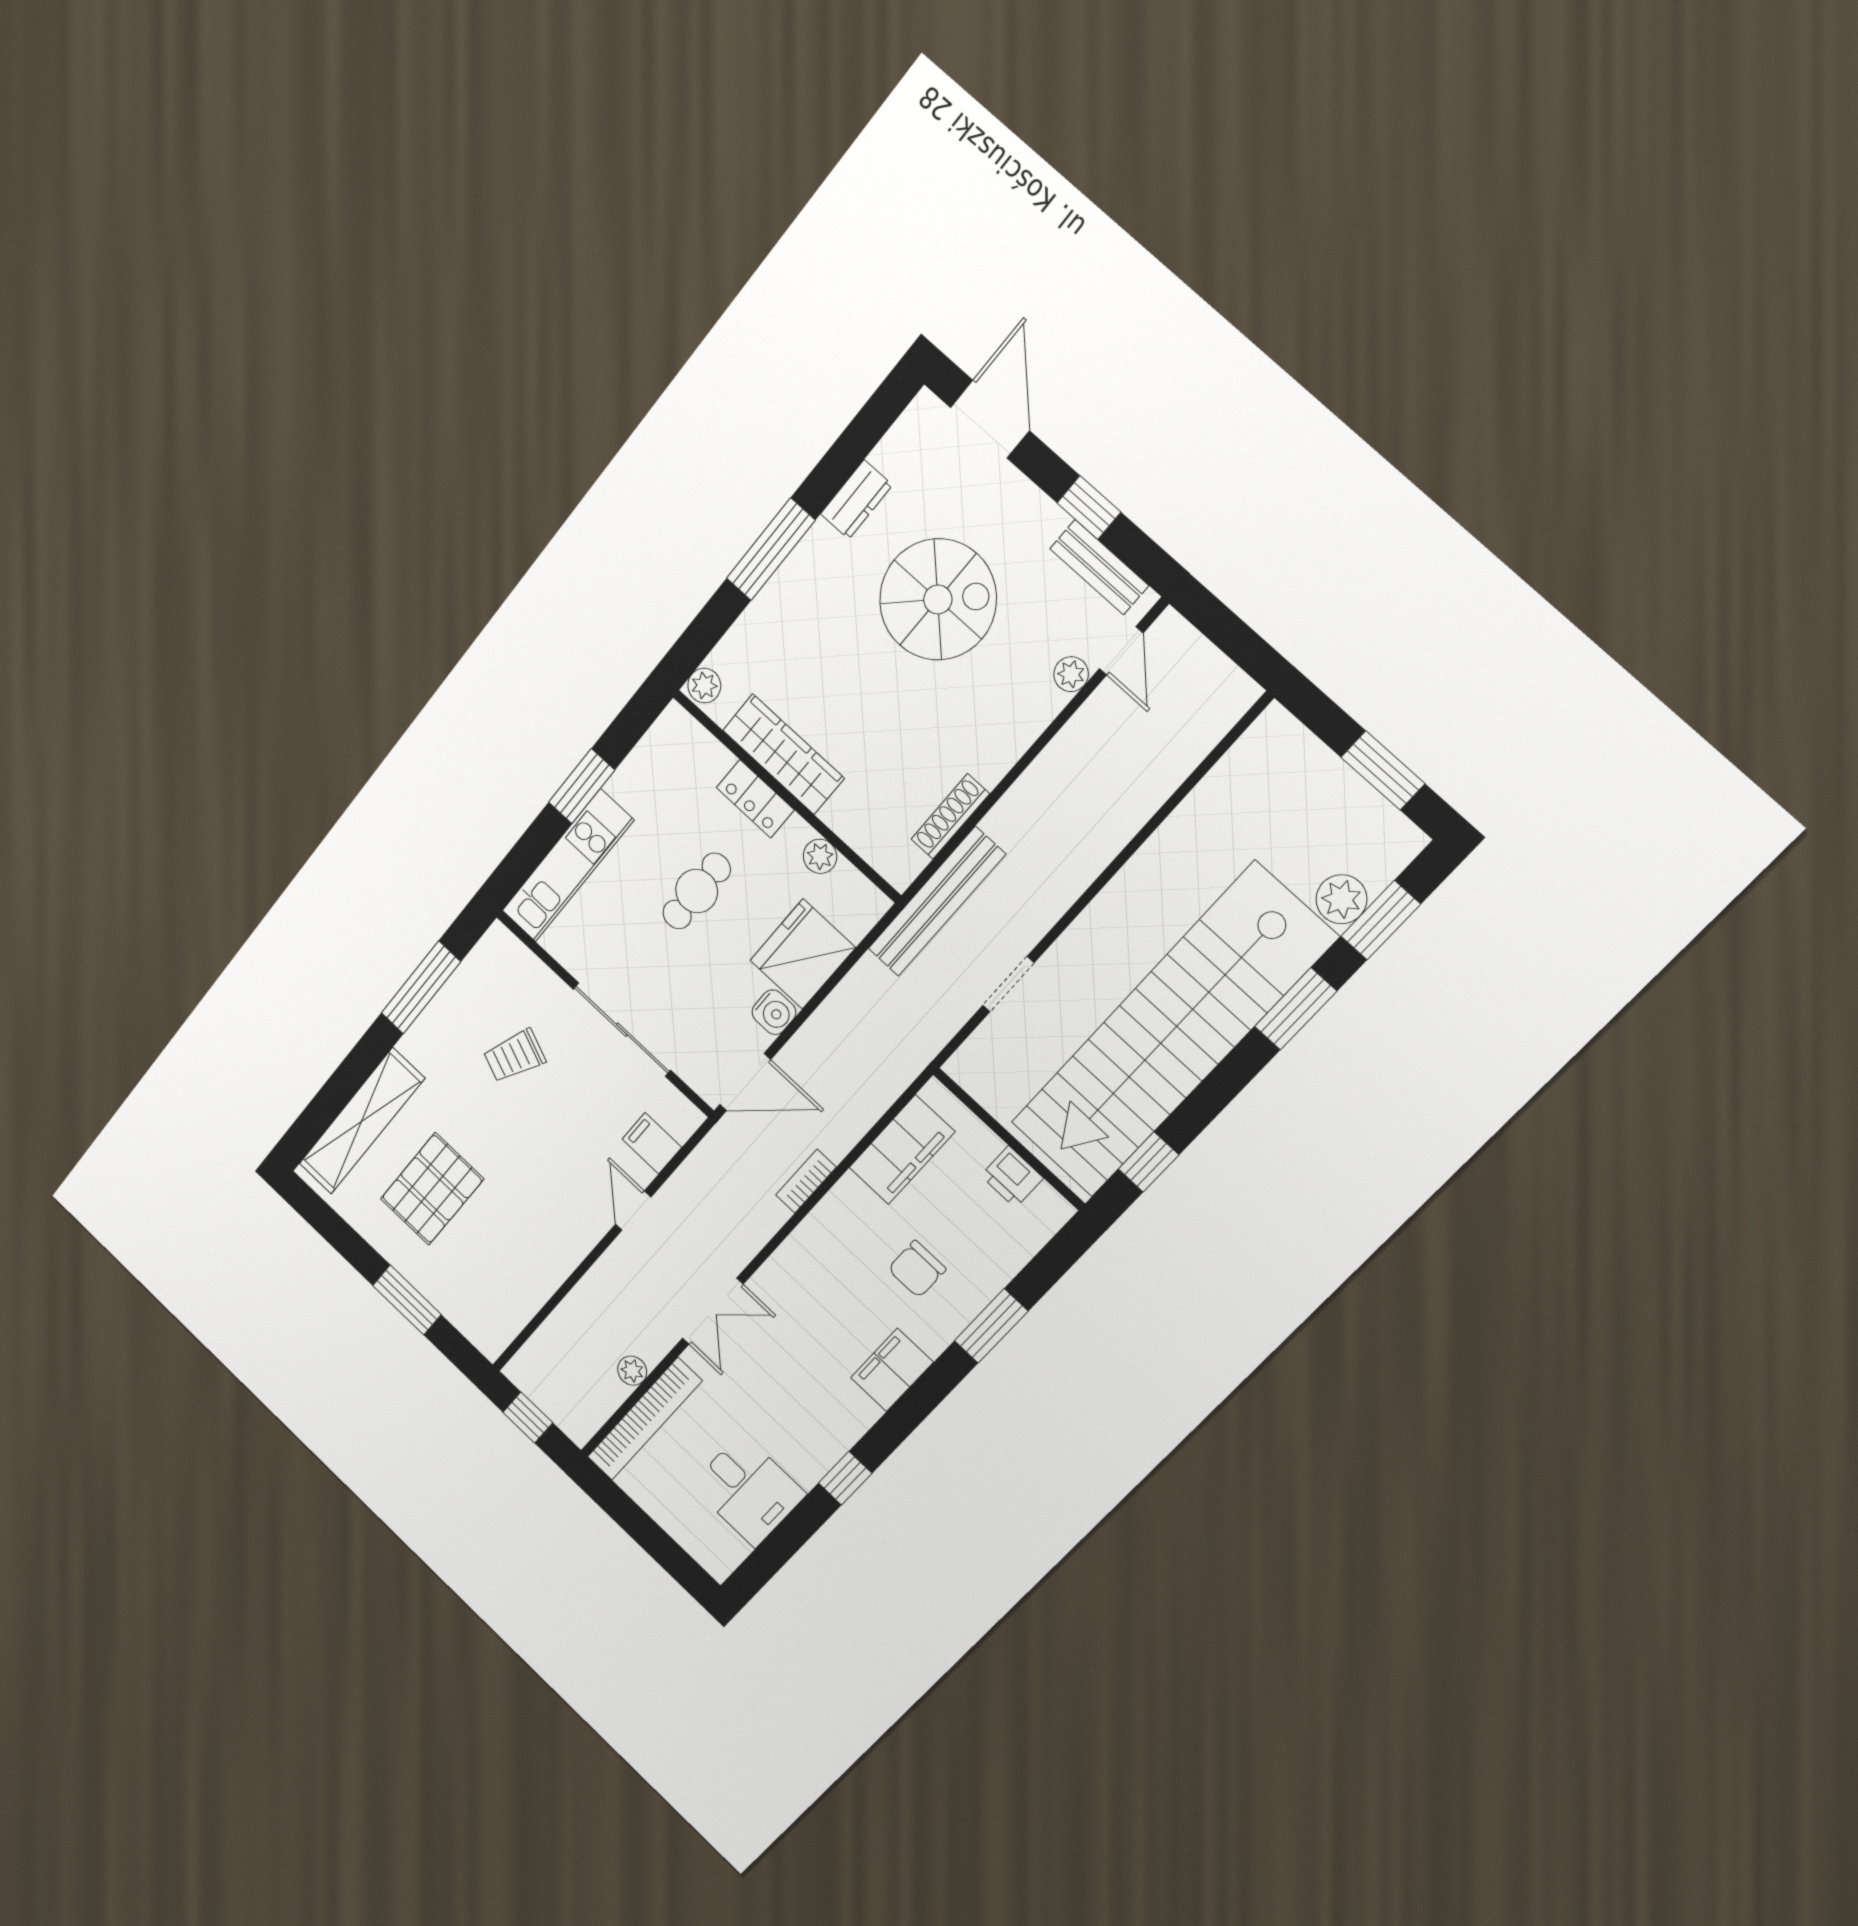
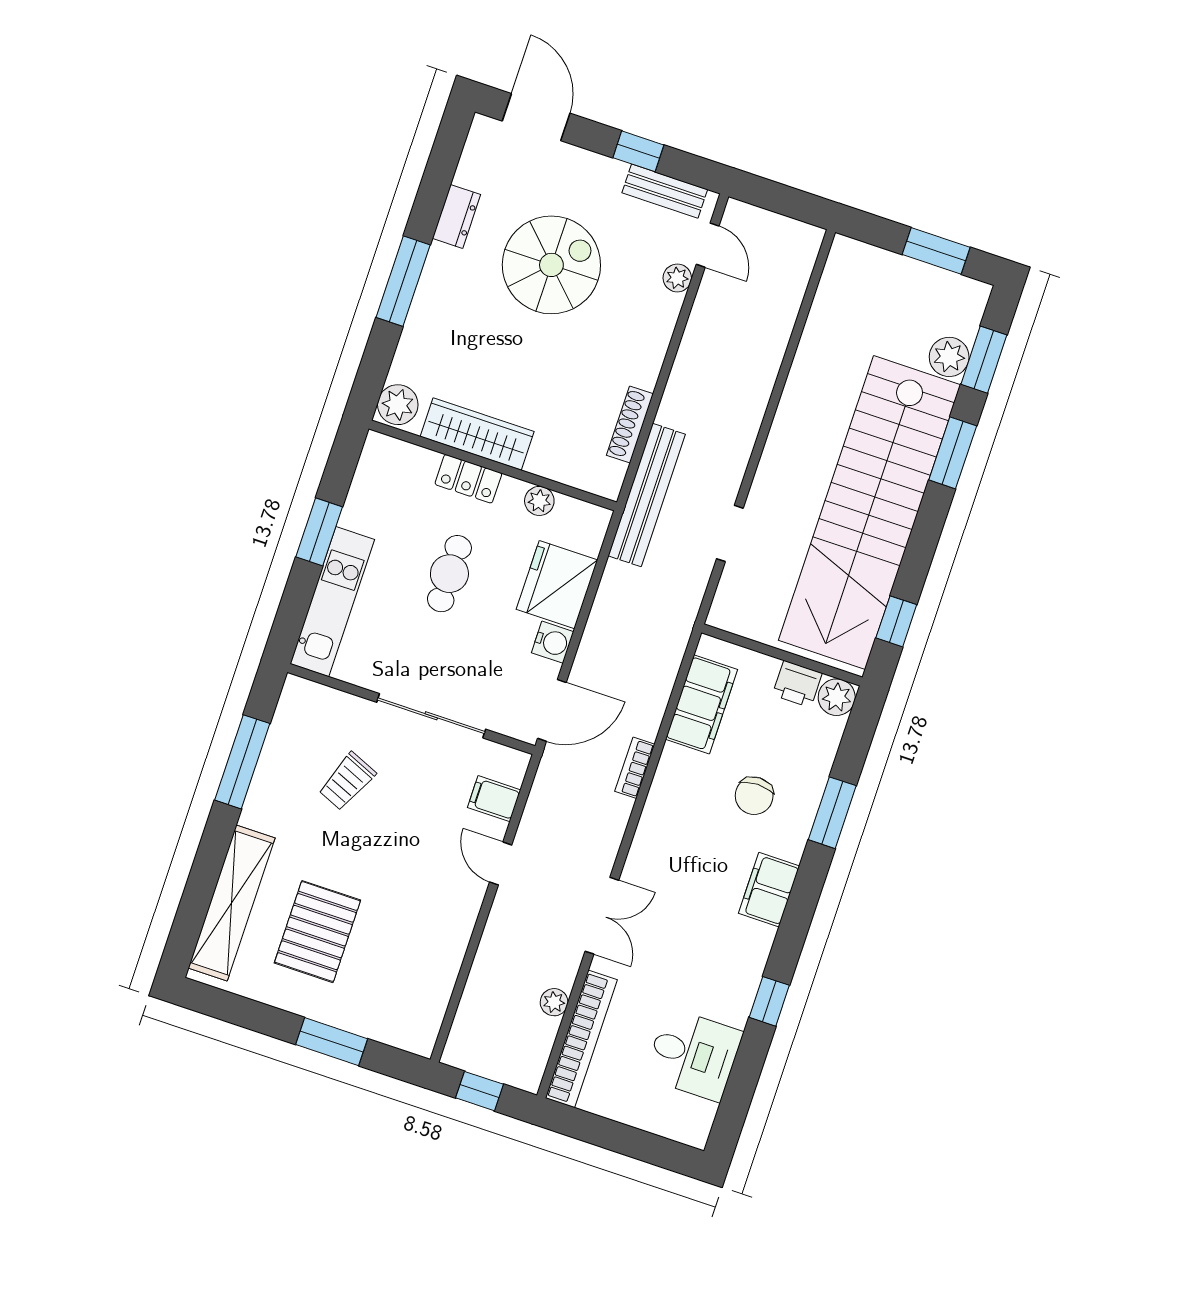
plant: (704, 686) -> (398, 405), width x1.38, depth x1.38
plant: (1048, 1211) -> (837, 697), added

